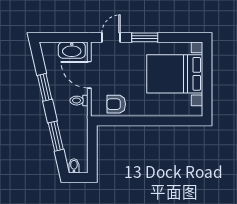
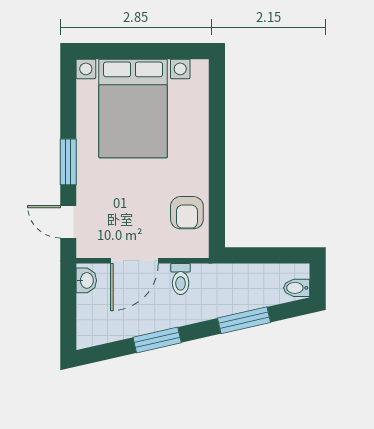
washbasin: (72, 50) -> (86, 280), width x0.52, depth x0.69

